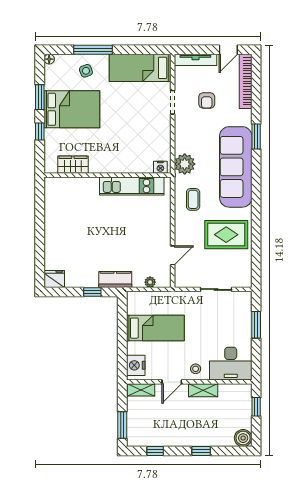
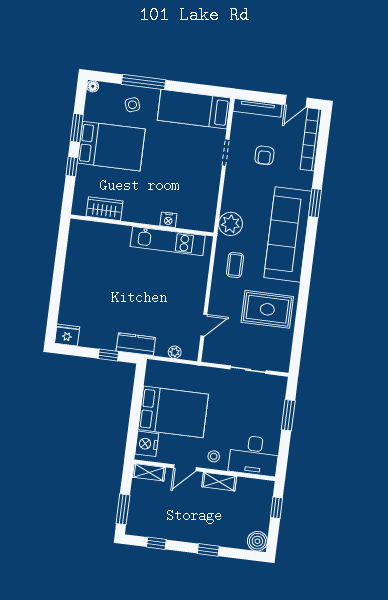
nightstand: (160, 167) -> (168, 220), moved
bed: (155, 328) -> (173, 412), width x1.50

